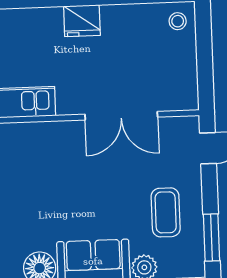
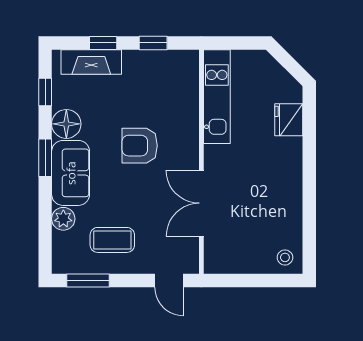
fridge: (82, 21) -> (289, 120), moved
armchair: (60, 186) -> (140, 146), added

